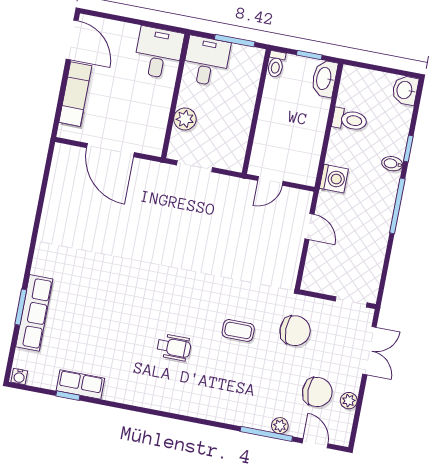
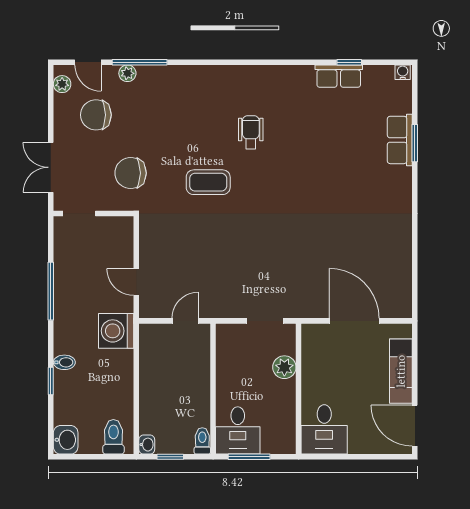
desk: (206, 61) -> (238, 430), moved
washbasin: (324, 79) -> (147, 445), width x0.52, depth x0.69
toilet: (350, 120) -> (113, 437), moved, turned 90
washing machine: (334, 179) -> (116, 331), width x1.37, depth x1.37
window: (397, 206) -> (51, 291), moved
row of seats: (34, 313) -> (400, 140), width x0.68
coffee table: (238, 330) -> (208, 182), moved, width x1.36, depth x1.30
wheelchair: (174, 347) -> (251, 132), turned 90
plant: (349, 401) -> (62, 84), moved

